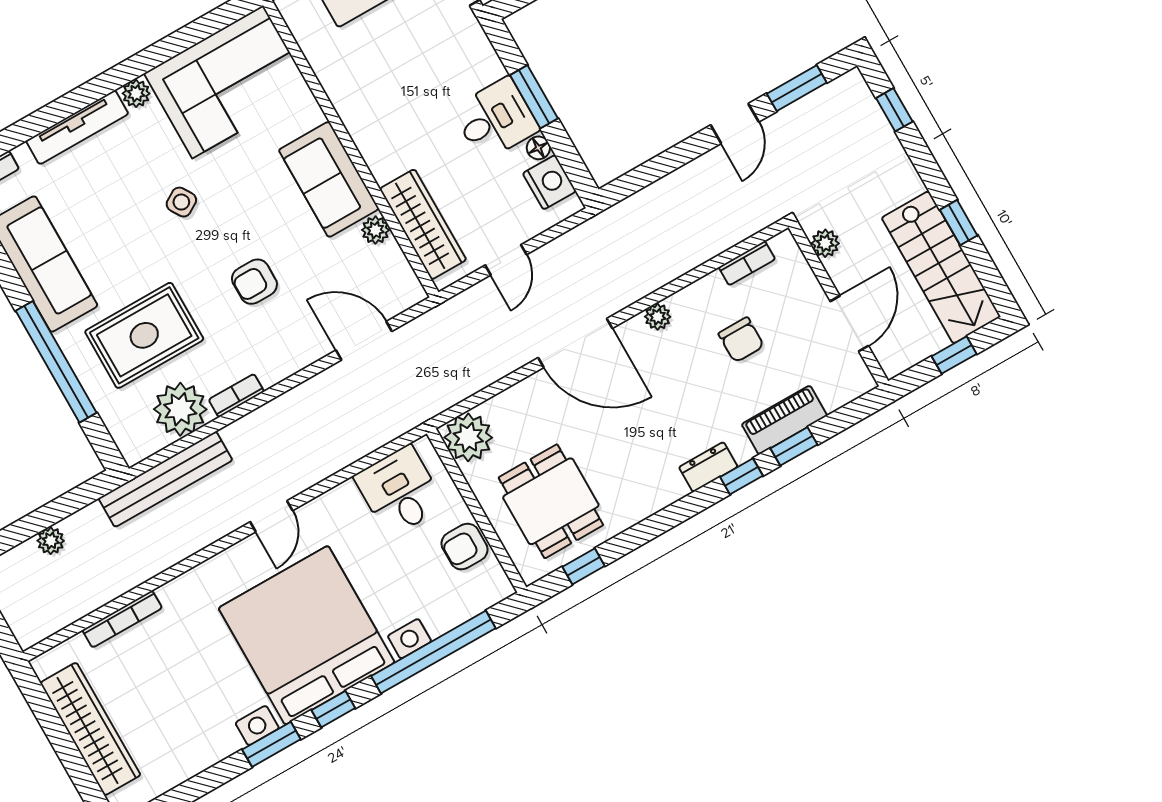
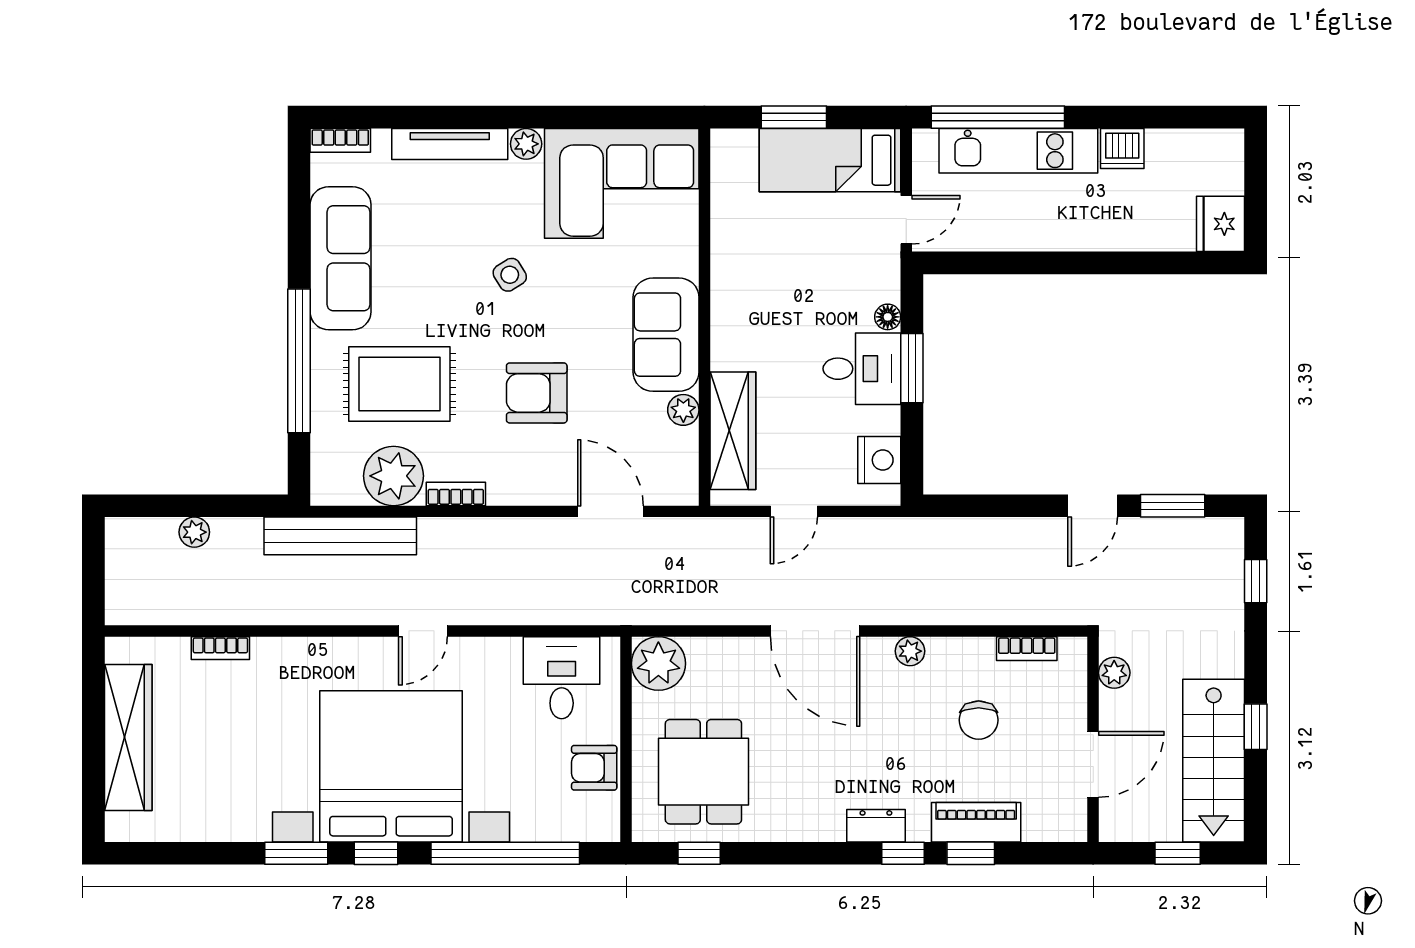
floor lamp: (538, 148) -> (888, 317), moved
armchair: (254, 282) -> (537, 393), width x1.38, depth x1.38
bookcase: (122, 619) -> (220, 648), width x0.64

